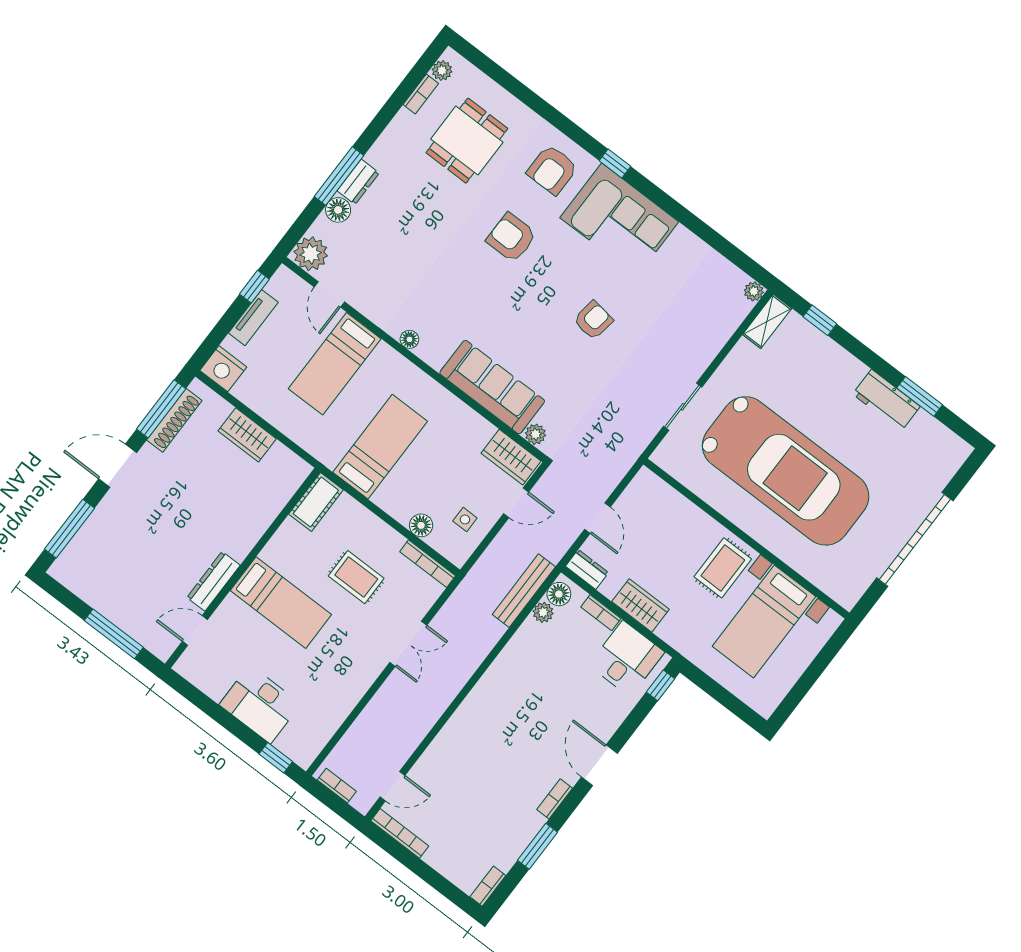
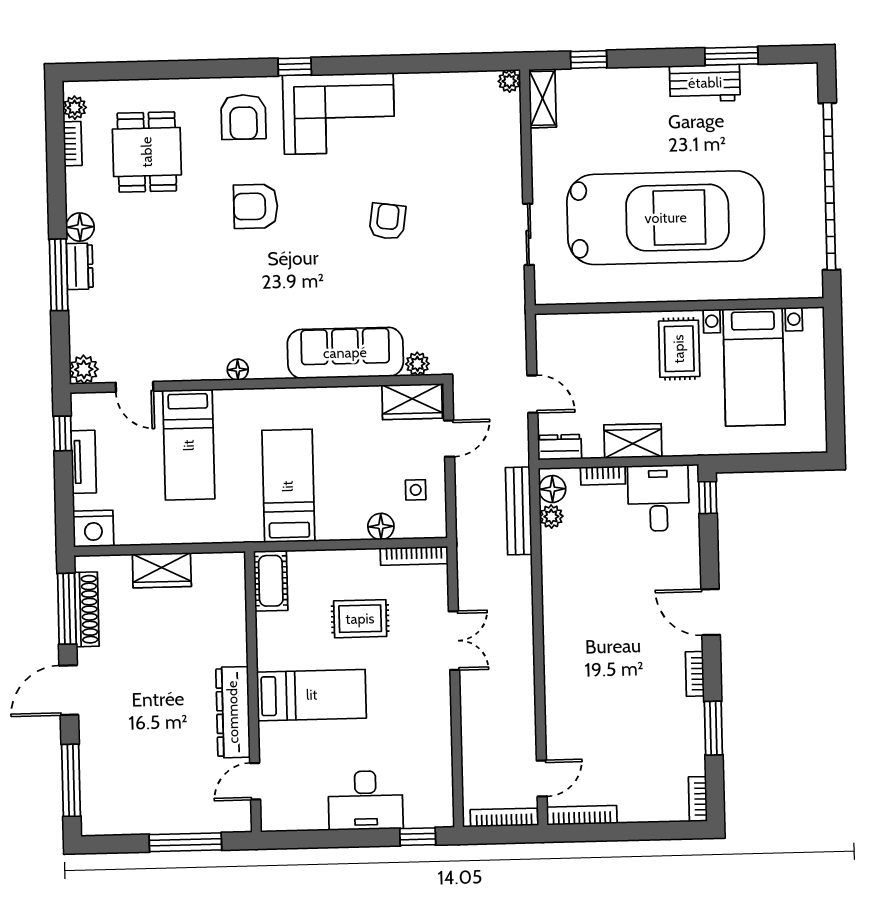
floor lamp: (338, 210) -> (80, 227), moved
plant: (311, 254) -> (84, 369), width x0.73, depth x0.73
garage door: (915, 539) -> (829, 186), width x1.36
dresser: (214, 581) -> (233, 712), width x1.37, depth x1.24
bookcase: (337, 786) -> (504, 817), width x1.56

